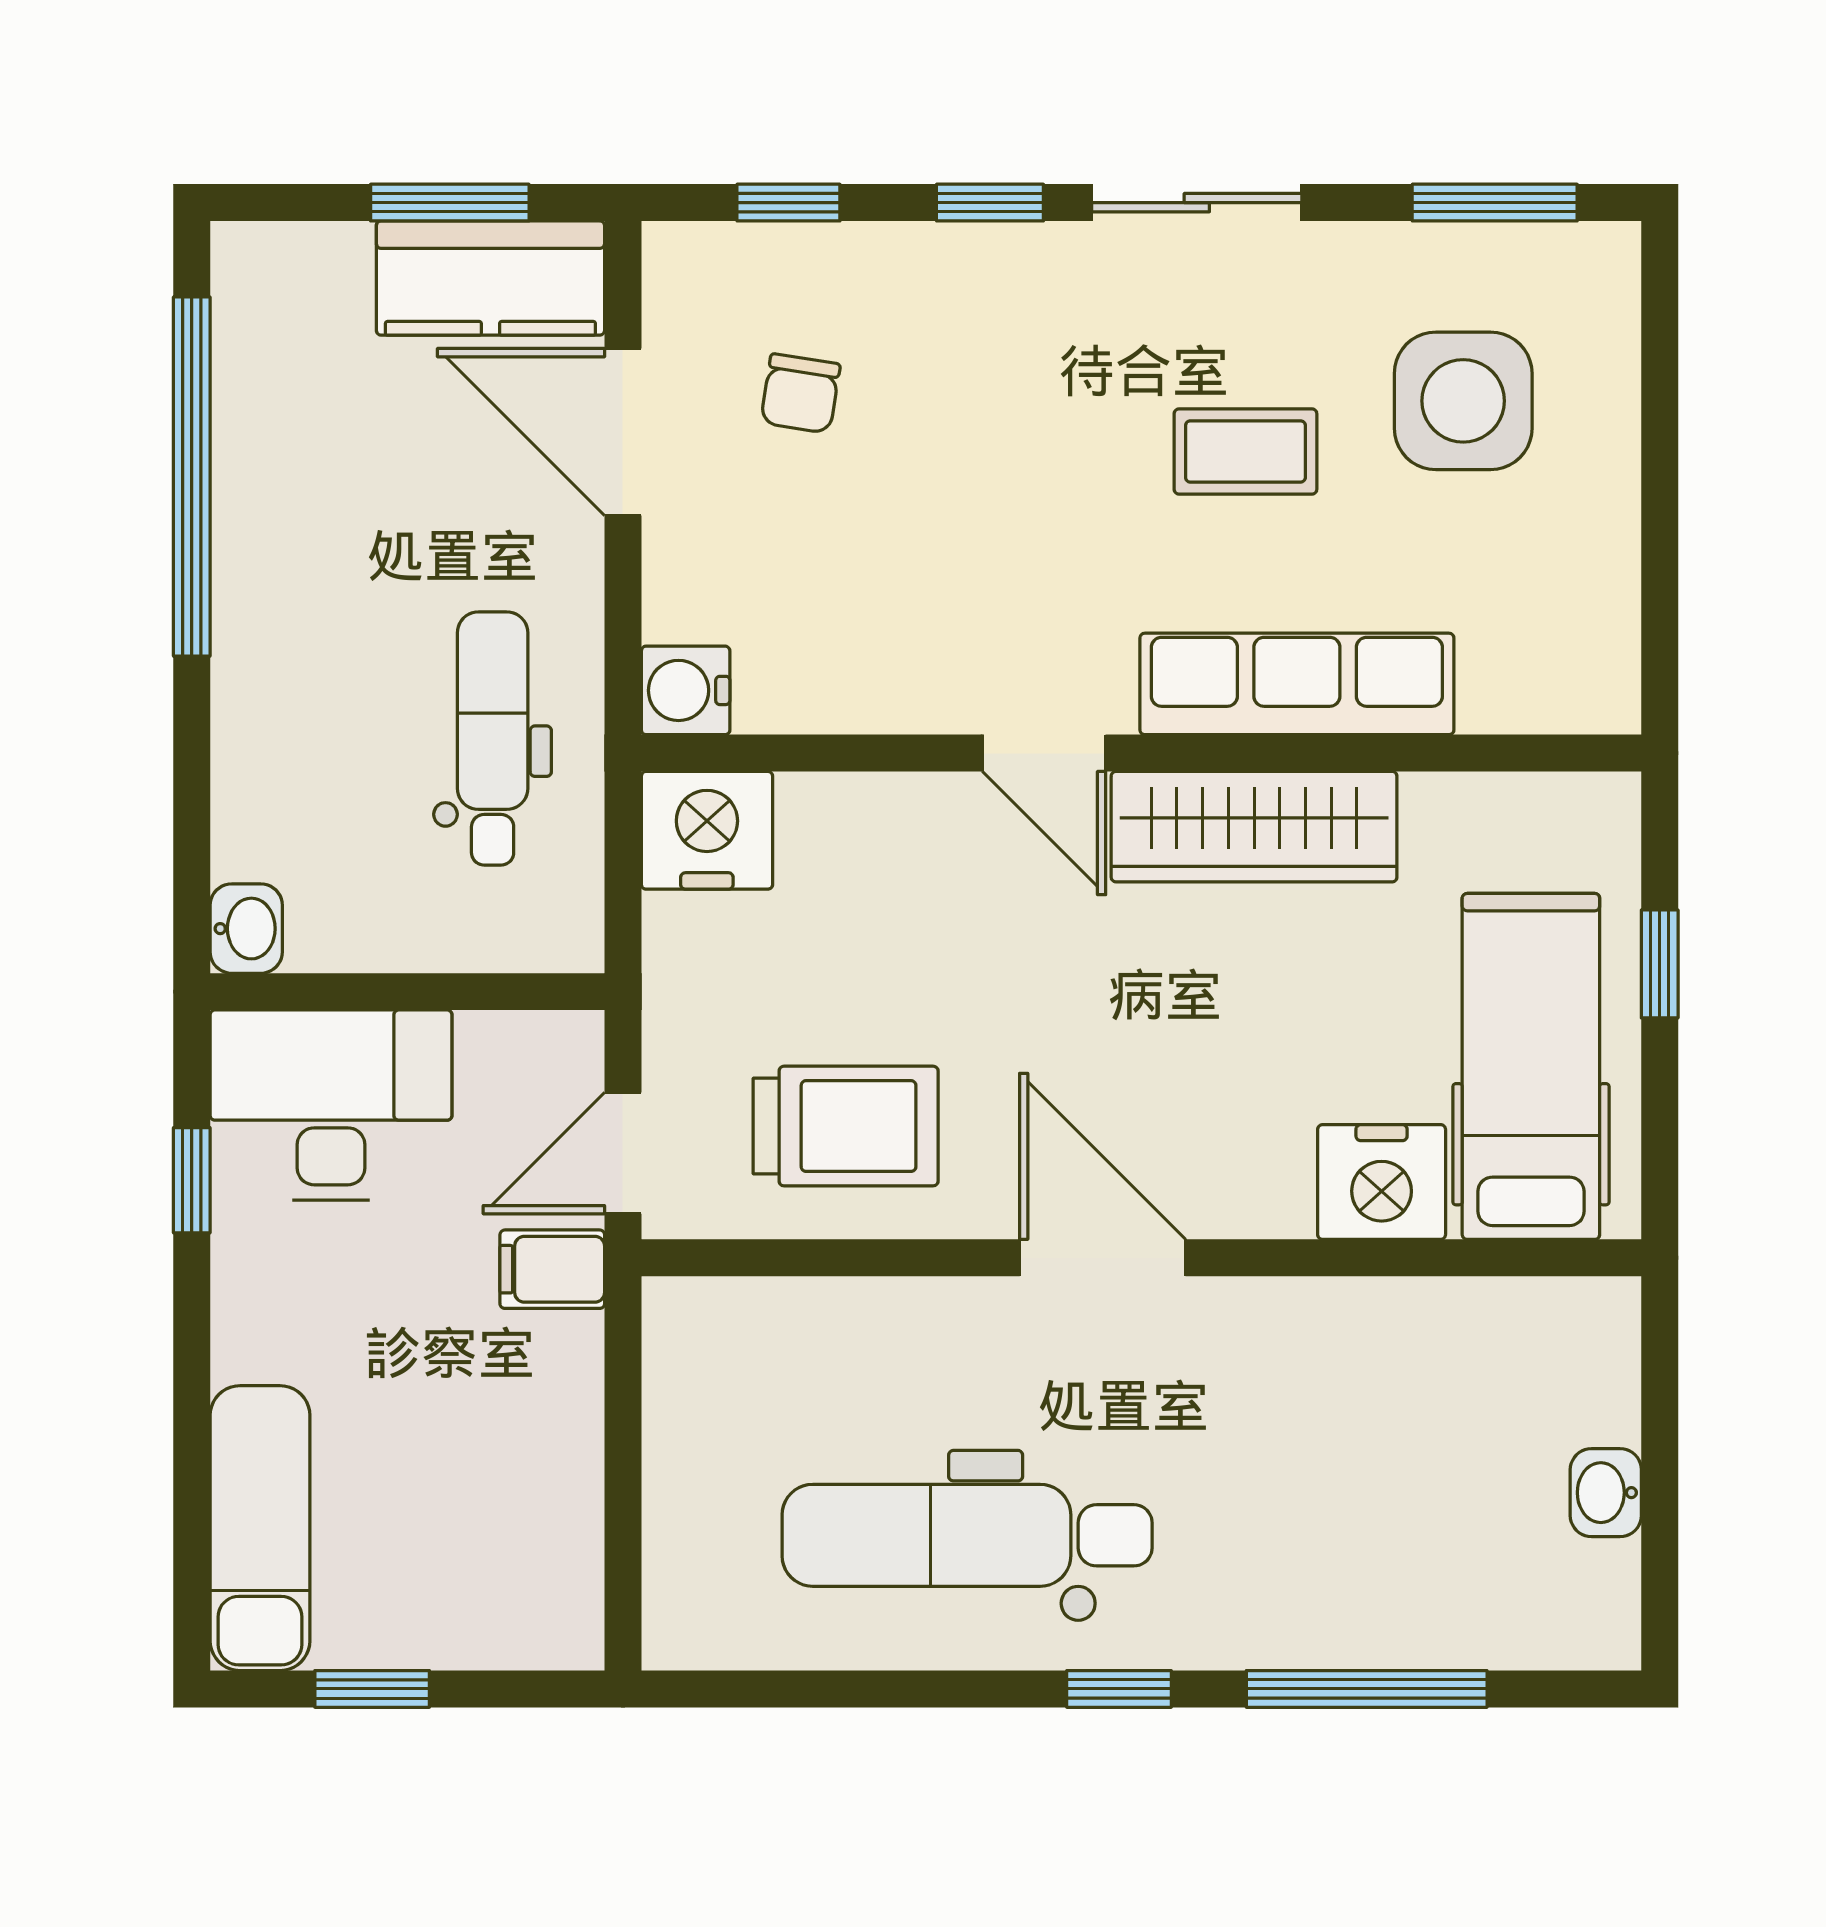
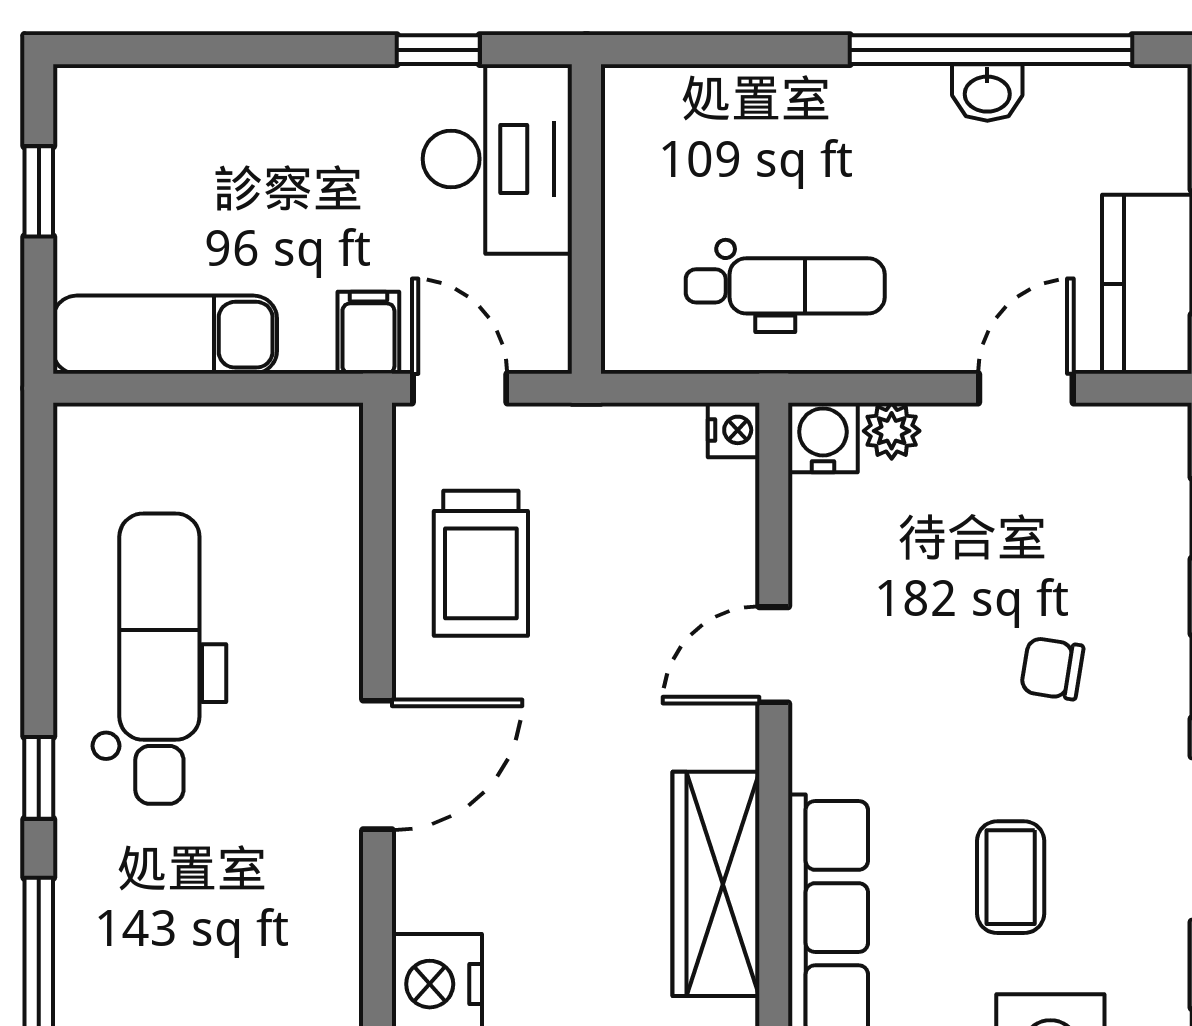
chair: (800, 393) -> (1052, 669), moved
door: (623, 432) -> (1026, 388), width x0.73
plant: (677, 603) -> (892, 431), added
door: (1044, 753) -> (774, 655), moved
nightstand: (707, 830) -> (734, 430), width x0.53, depth x0.56
washbasin: (246, 929) -> (987, 92), moved
exam couch: (260, 1528) -> (165, 335), moved, turned 180

